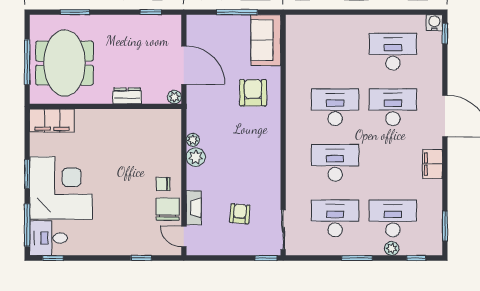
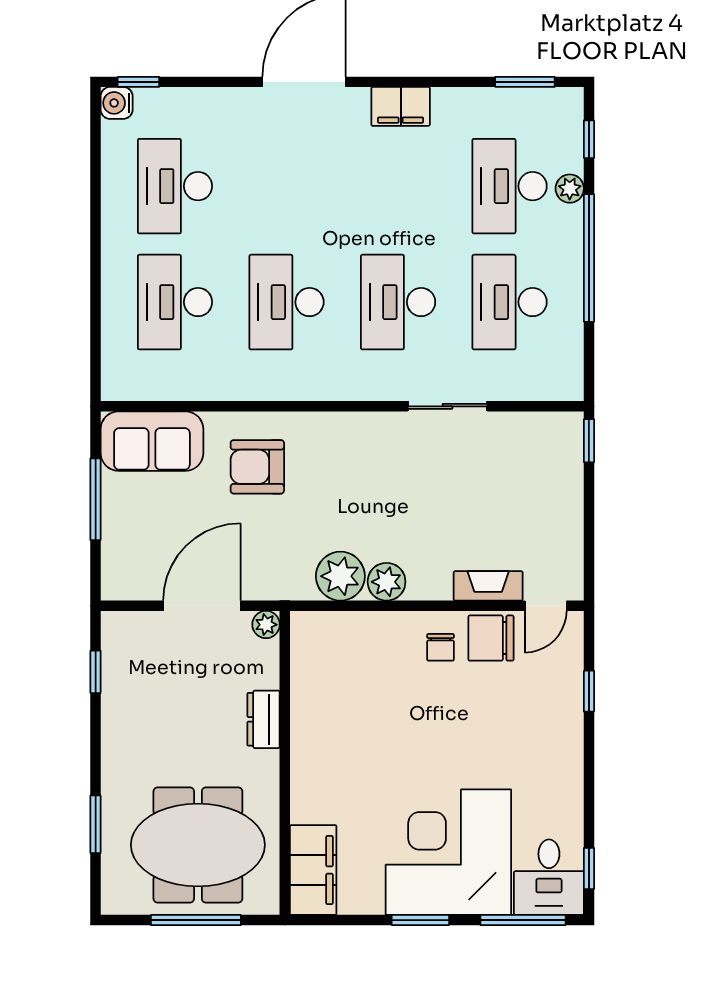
desk: (393, 107) -> (175, 302), moved
plant: (193, 140) -> (340, 576), width x1.88, depth x1.88
armchair: (240, 214) -> (500, 493), removed
sliding door: (283, 230) -> (448, 406), moved
window: (357, 258) -> (589, 258), width x2.11

